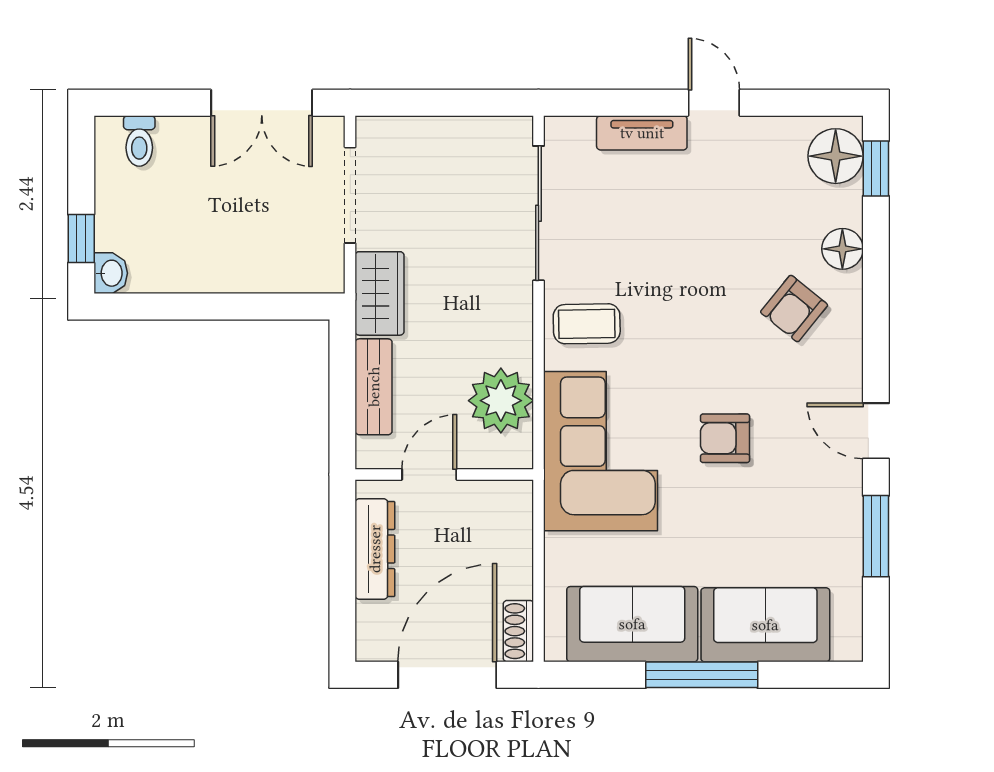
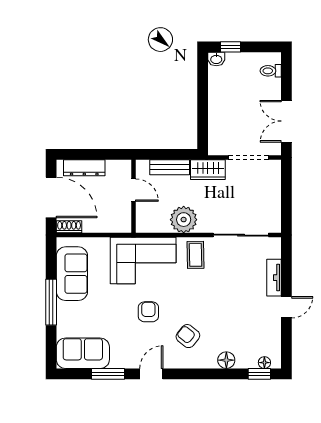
floor lamp: (836, 156) -> (264, 363), width x0.53, depth x0.53
armchair: (794, 309) -> (188, 336), moved
plant: (501, 401) -> (184, 220), moved
dresser: (375, 549) -> (84, 168), moved
sofa: (765, 625) -> (83, 353), moved, turned -90

